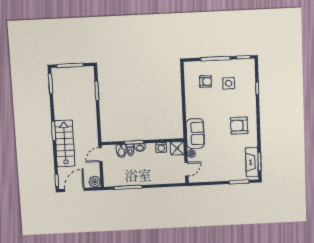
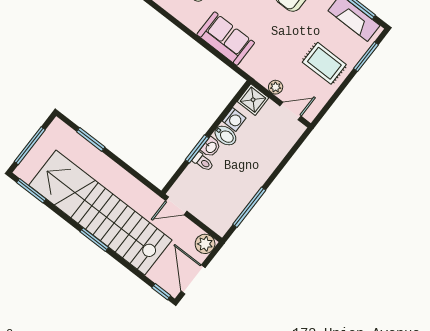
sofa: (195, 134) -> (226, 39), moved
stairs: (65, 143) -> (100, 213), width x1.86, depth x1.51
bidet: (121, 151) -> (225, 135), moved
door: (100, 155) -> (176, 206), hinge flipped
rug: (221, 166) -> (324, 63), added
door: (186, 169) -> (291, 111), hinge flipped

